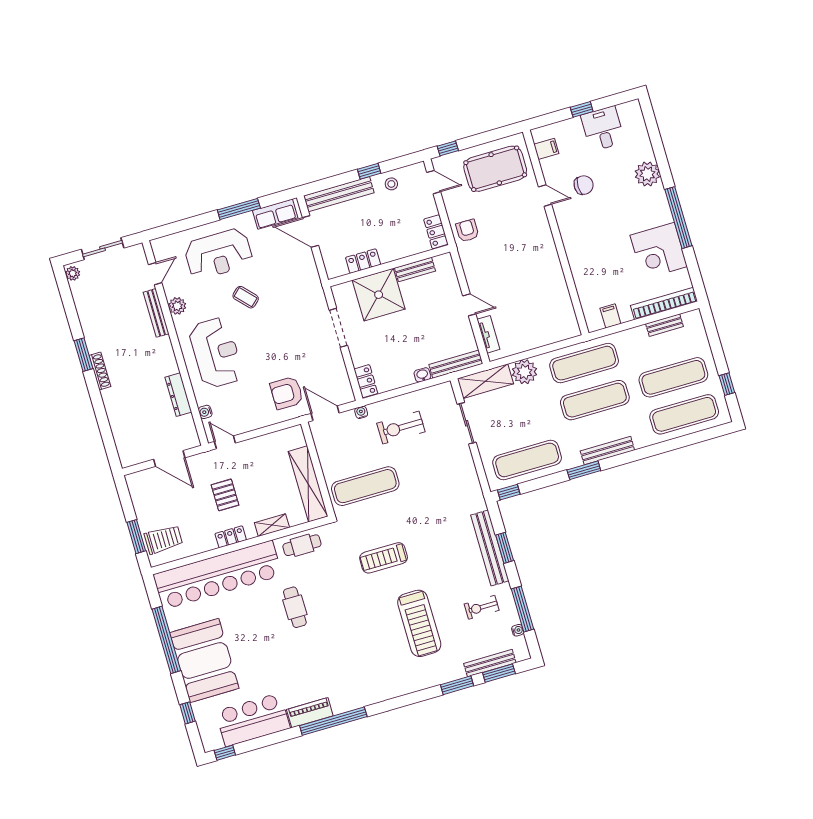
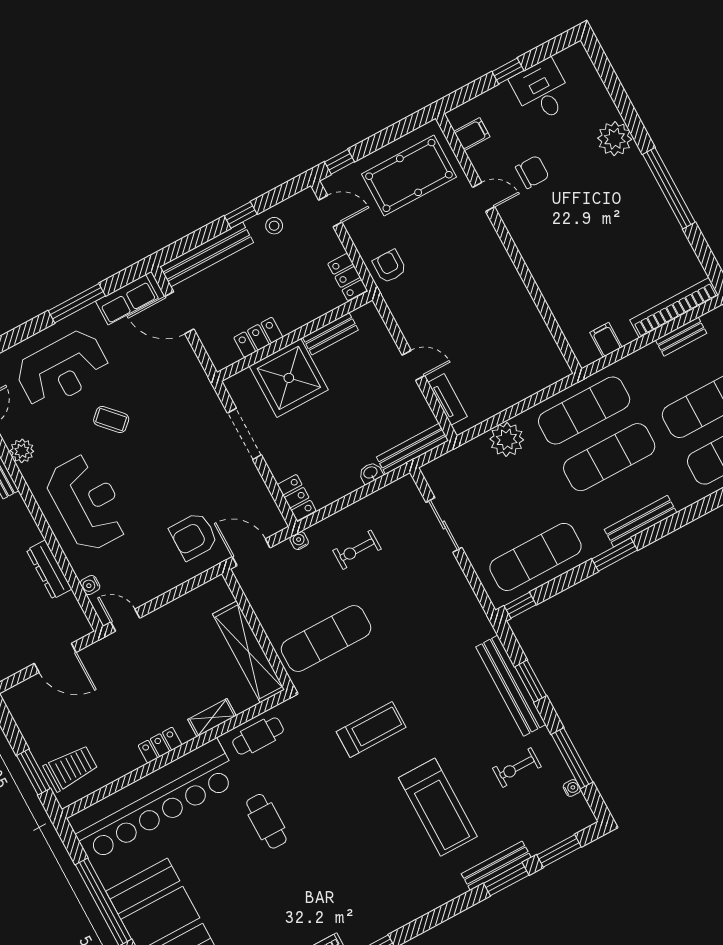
corner desk: (659, 251) -> (652, 239), removed
shelving: (485, 381) -> (457, 463), removed
exercise bike: (401, 428) -> (357, 550), width x0.73, depth x0.72
pallet: (225, 495) -> (140, 691), removed
treadmill: (384, 558) -> (371, 730), turned 180
bench: (490, 663) -> (496, 866), moved

